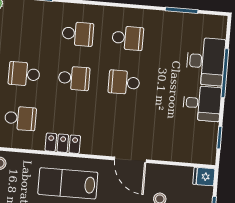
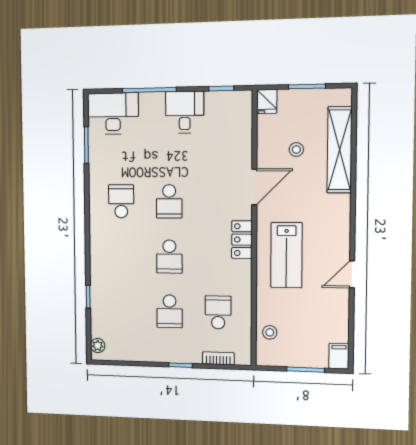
school desk: (78, 34) -> (122, 256), removed
desk: (206, 61) -> (113, 113), moved
school desk: (74, 78) -> (169, 257), turned 180
locker: (63, 143) -> (242, 240), moved

